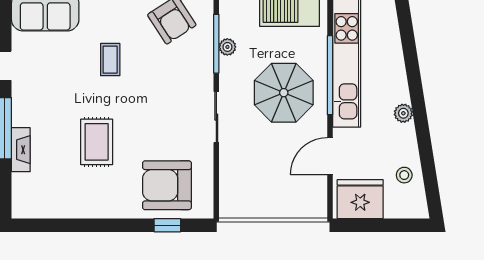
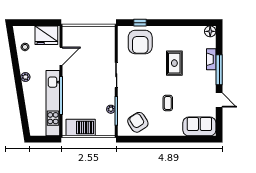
parasol: (284, 93) -> (84, 87), removed
armchair: (167, 185) -> (140, 42), turned 90
floor lamp: (23, 207) -> (210, 31), added

